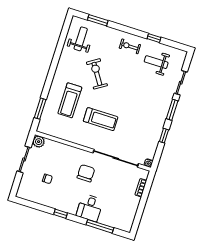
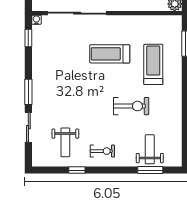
weight bench: (81, 39) -> (150, 149), moved, turned 180
weight bench: (156, 62) -> (65, 142), turned 90
exercise bike: (97, 74) -> (131, 106), turned -57
window: (164, 136) -> (28, 38), moved

